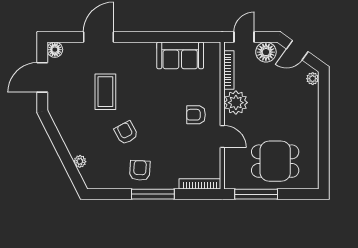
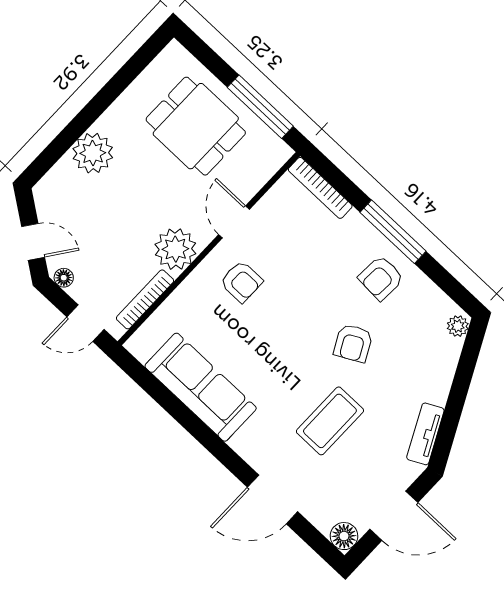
floor lamp: (266, 52) -> (64, 278), width x0.53, depth x0.53
sofa: (180, 55) -> (201, 387), width x1.36
plant: (313, 79) -> (93, 153), moved, width x1.87, depth x1.87
tv unit: (61, 123) -> (425, 434), added
plant: (80, 161) -> (458, 326), moved

